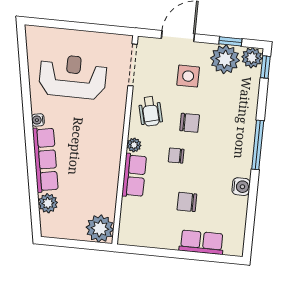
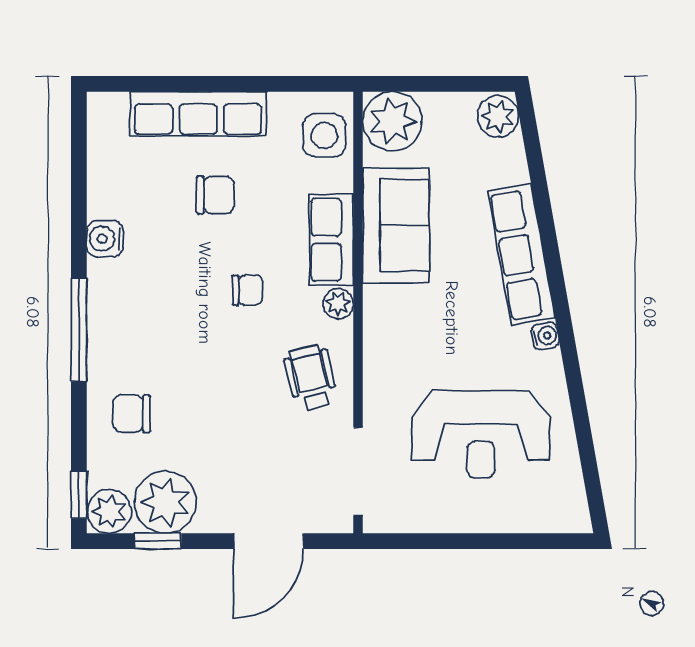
side table: (188, 76) -> (324, 135), moved
chair: (190, 123) -> (131, 414), moved
sofa: (103, 179) -> (396, 225), added
plant: (48, 203) -> (498, 116), moved
row of seats: (202, 242) -> (198, 114), width x1.48

